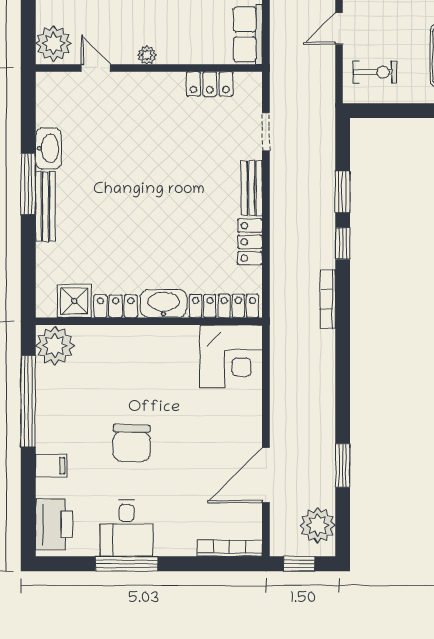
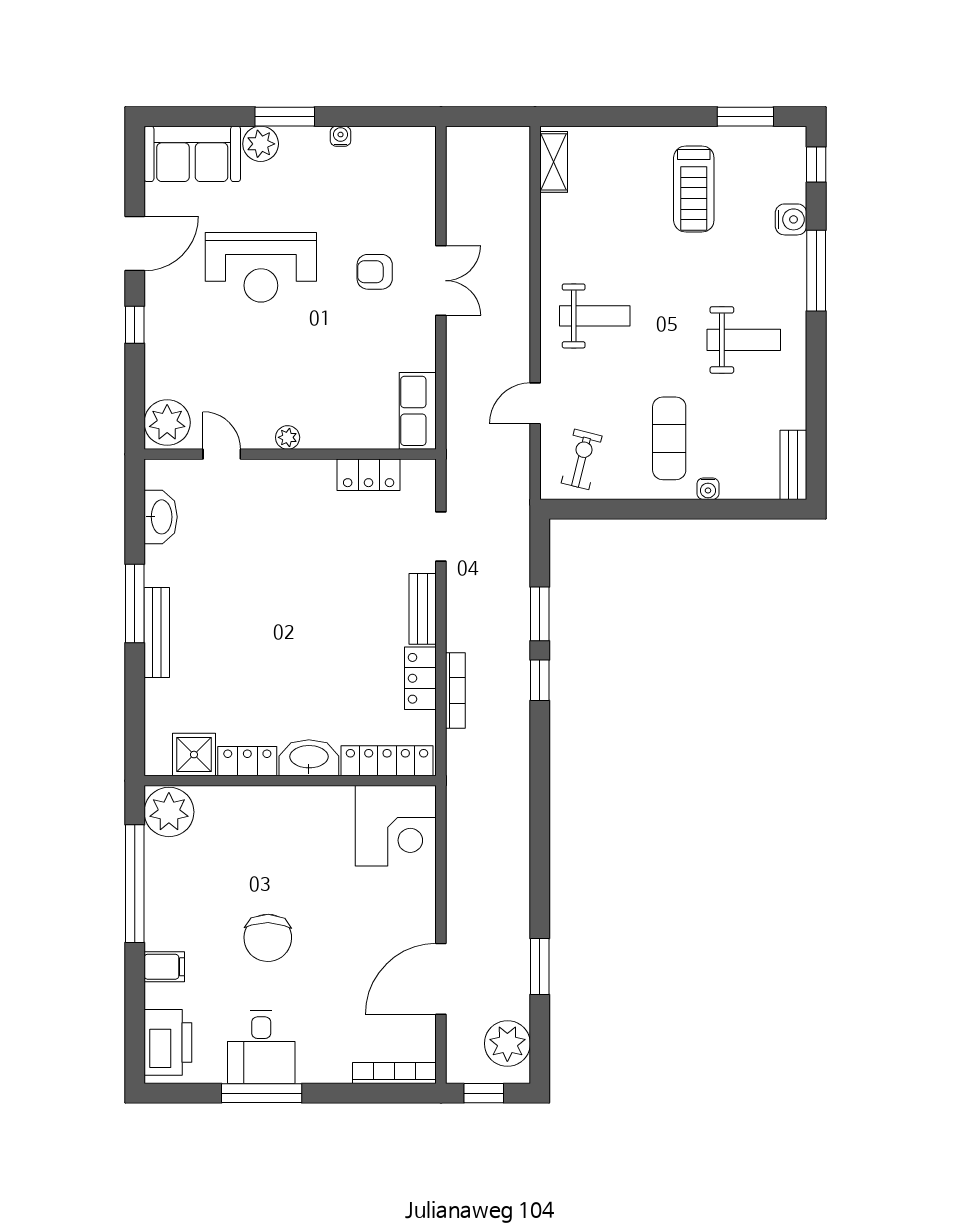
exercise bike: (375, 72) -> (582, 459), turned -76
washbasin: (48, 148) -> (161, 517), moved
bookcase: (328, 299) -> (455, 690), moved, turned 180

